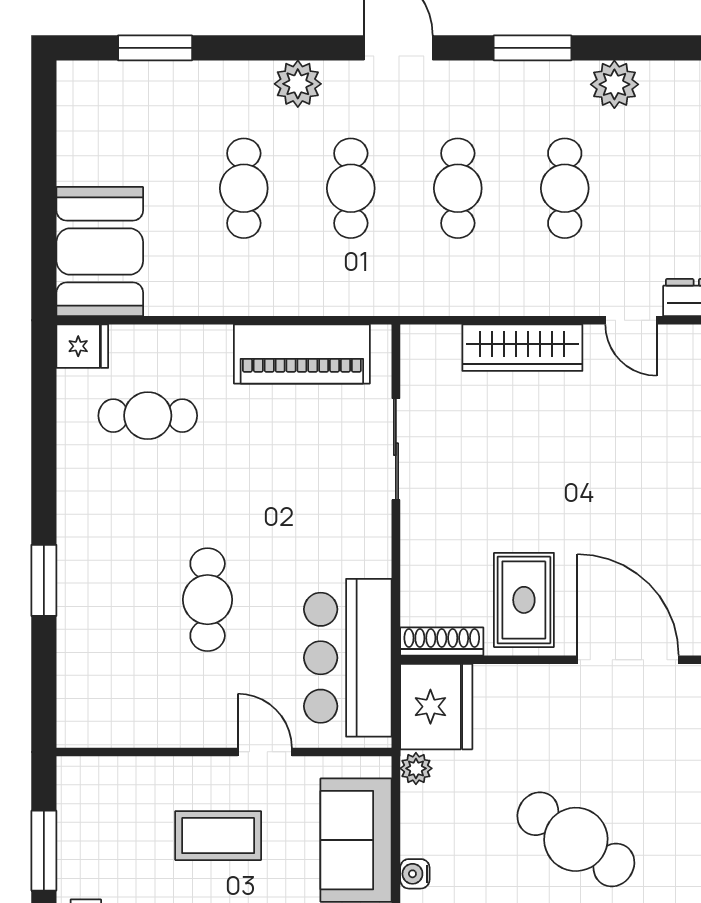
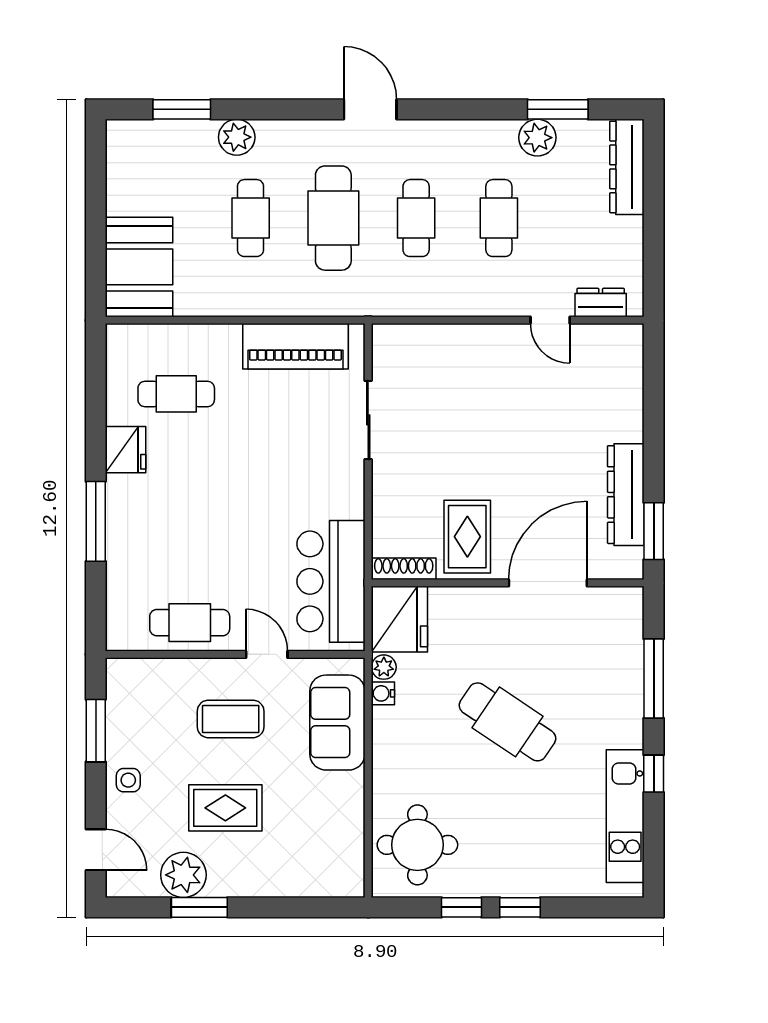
window: (533, 48) -> (558, 109), moved
plant: (298, 84) -> (237, 137), moved
cafe table: (351, 188) -> (333, 218), width x1.37, depth x1.35
fridge: (82, 346) -> (126, 450), moved, width x1.38
wardrobe: (522, 348) -> (466, 341), removed
window: (44, 580) -> (96, 521), width x1.44
cafe table: (208, 600) -> (190, 623), moved, turned 90
door: (628, 660) -> (548, 583), hinge flipped
water cooler: (415, 874) -> (383, 693), moved

